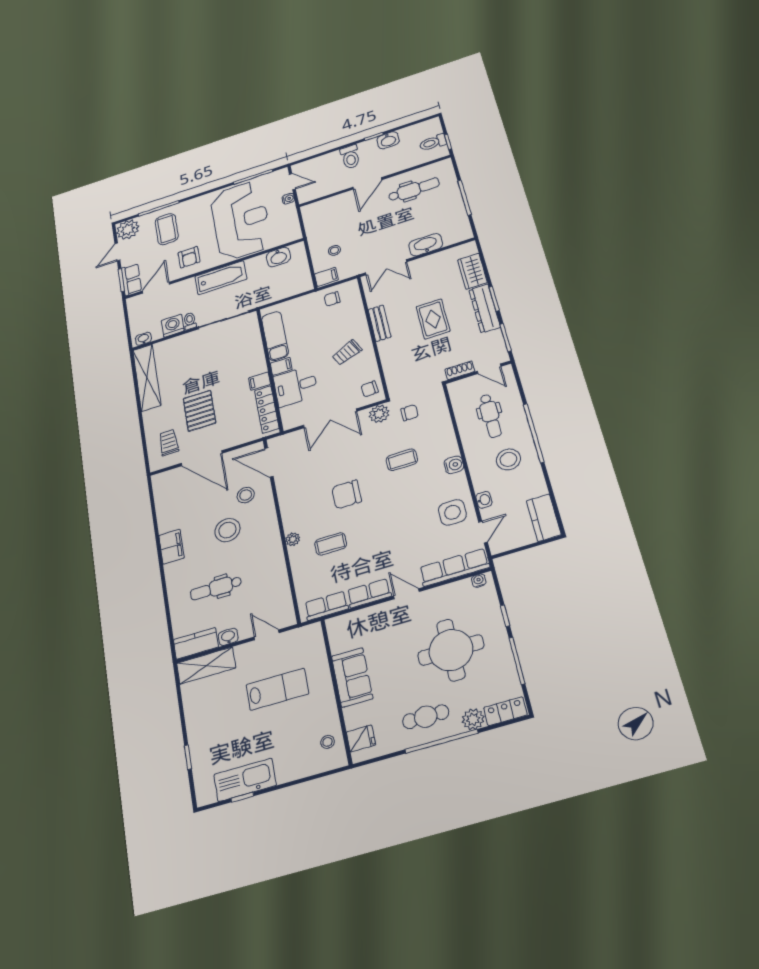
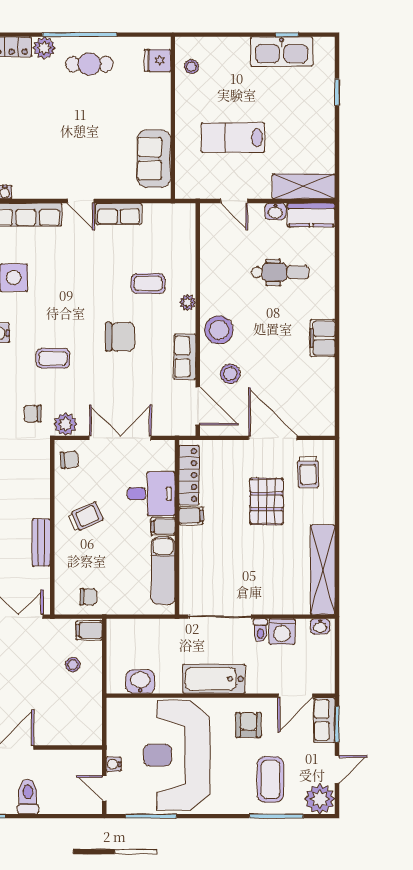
stool: (227, 530) -> (219, 330), moved
row of seats: (326, 606) -> (185, 357), moved, turned 90
round table: (451, 650) -> (49, 126), removed
sofa: (352, 677) -> (154, 159), moved

